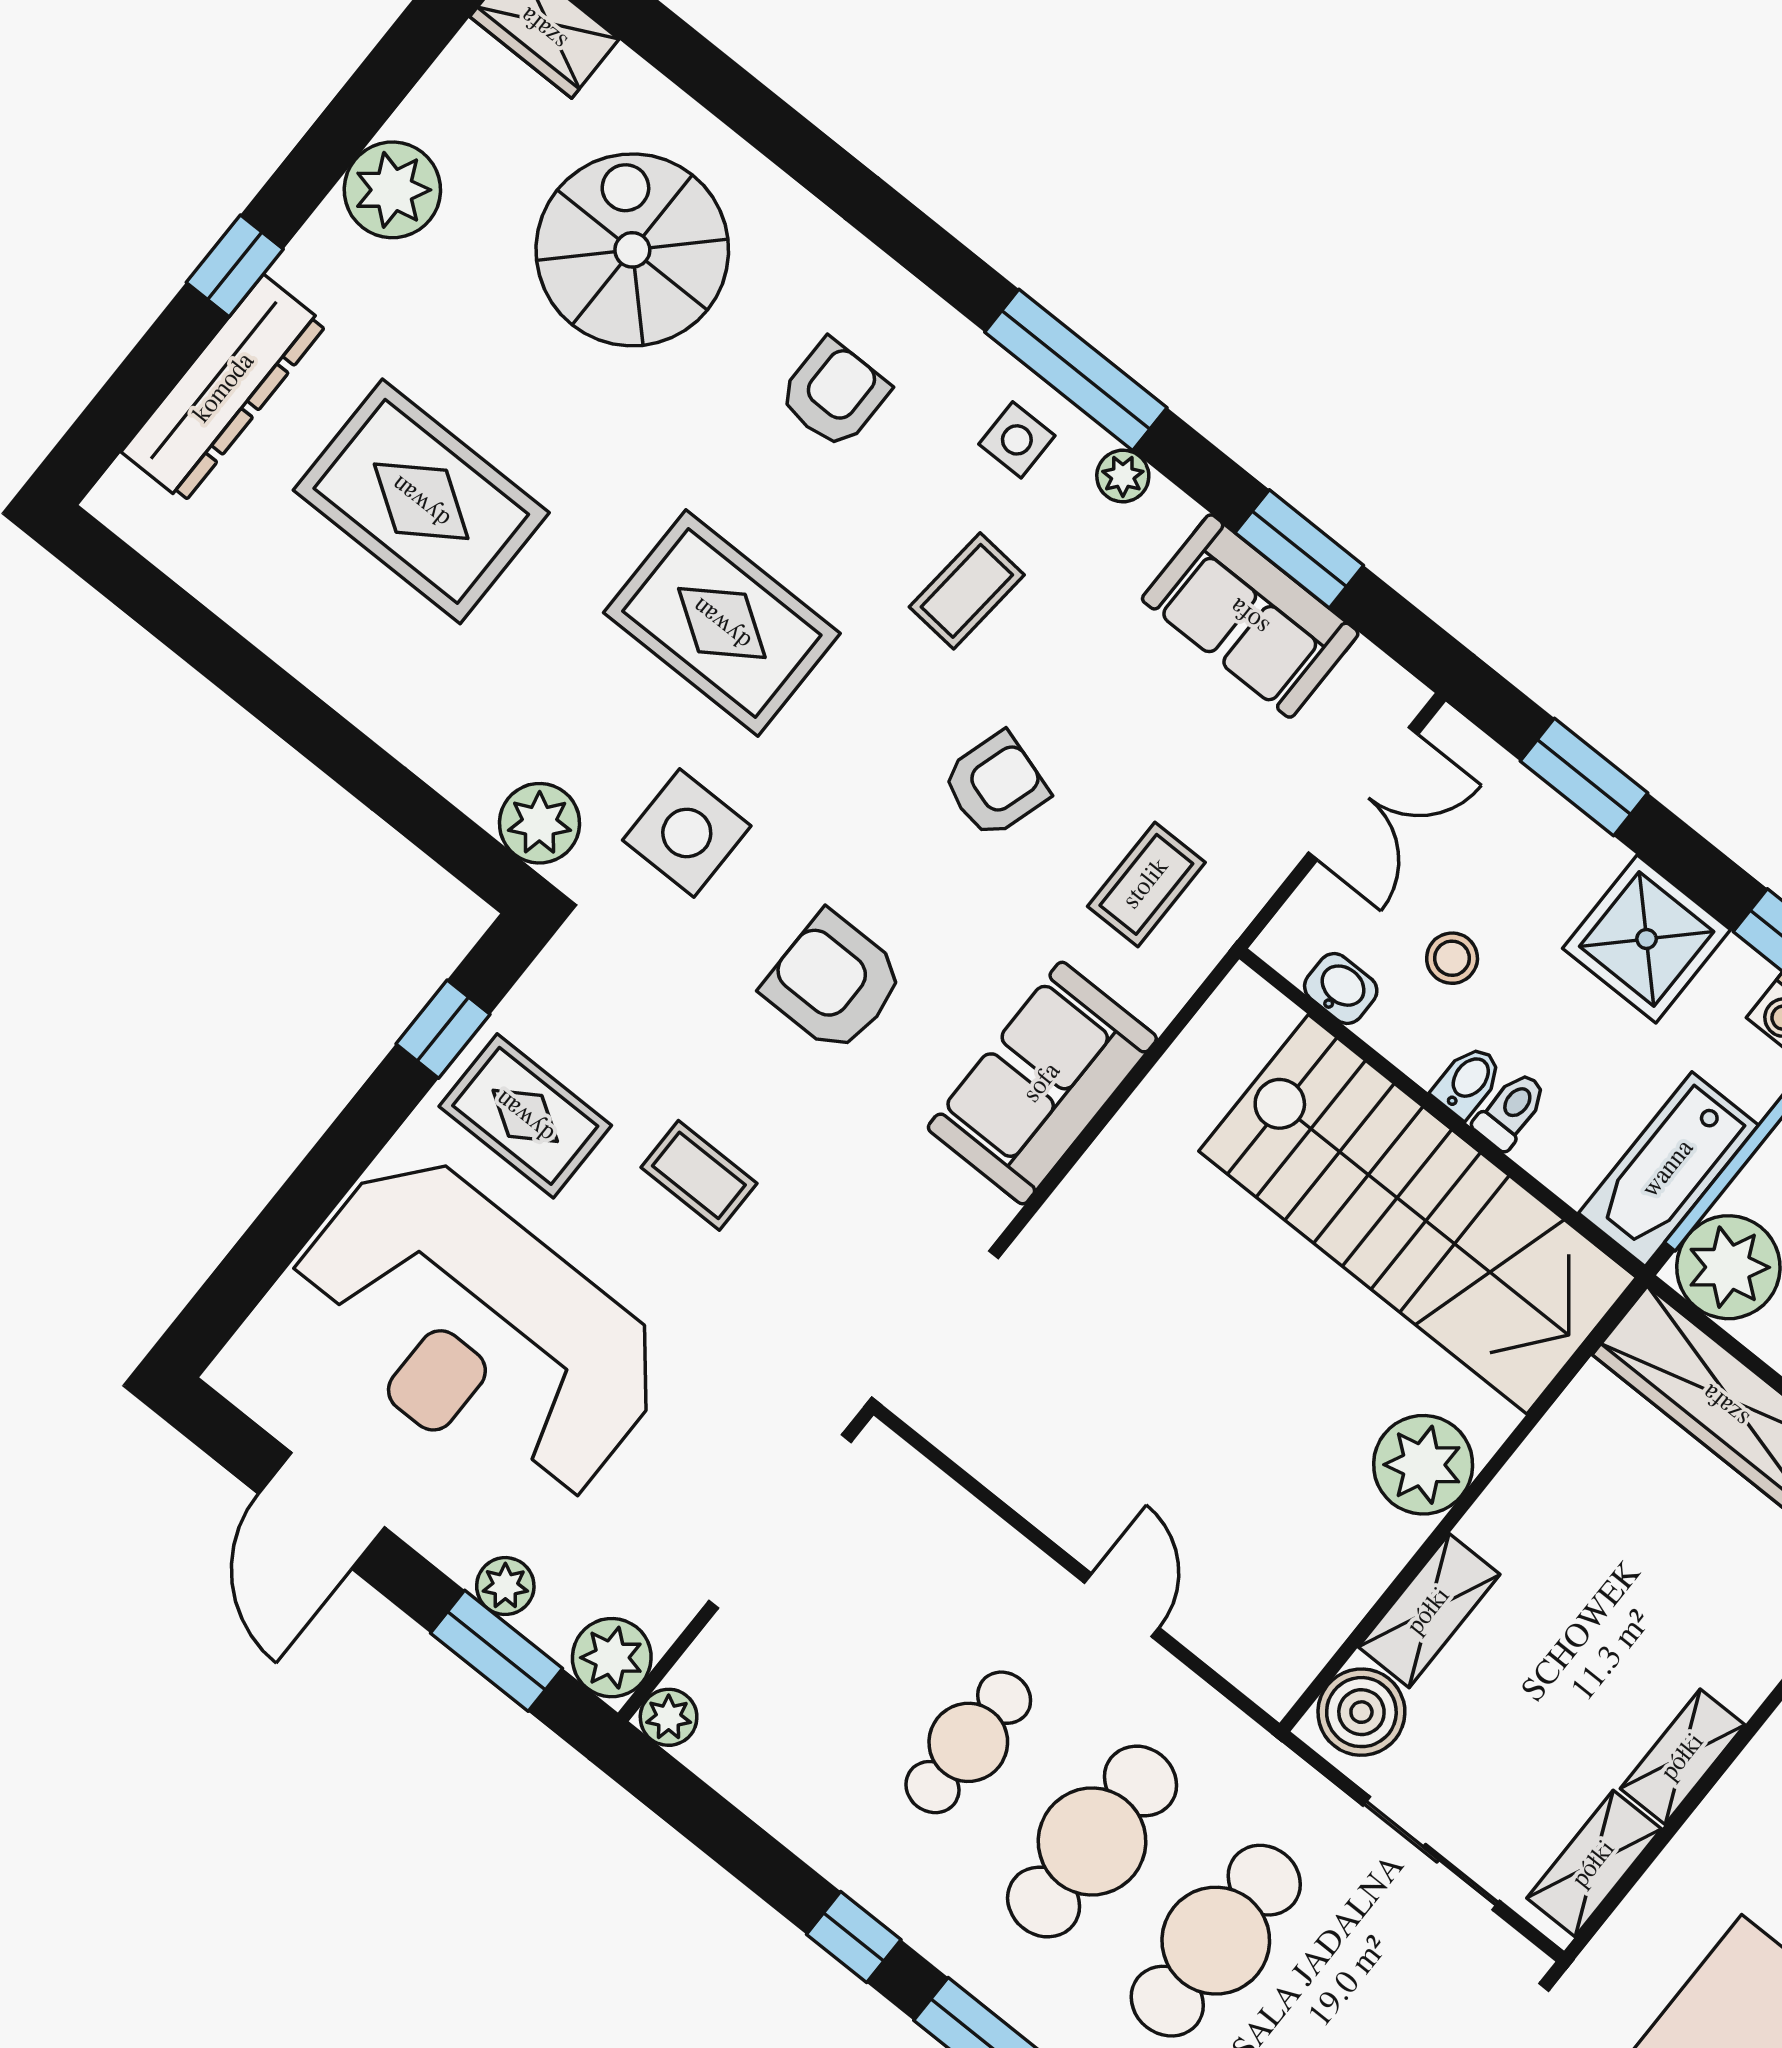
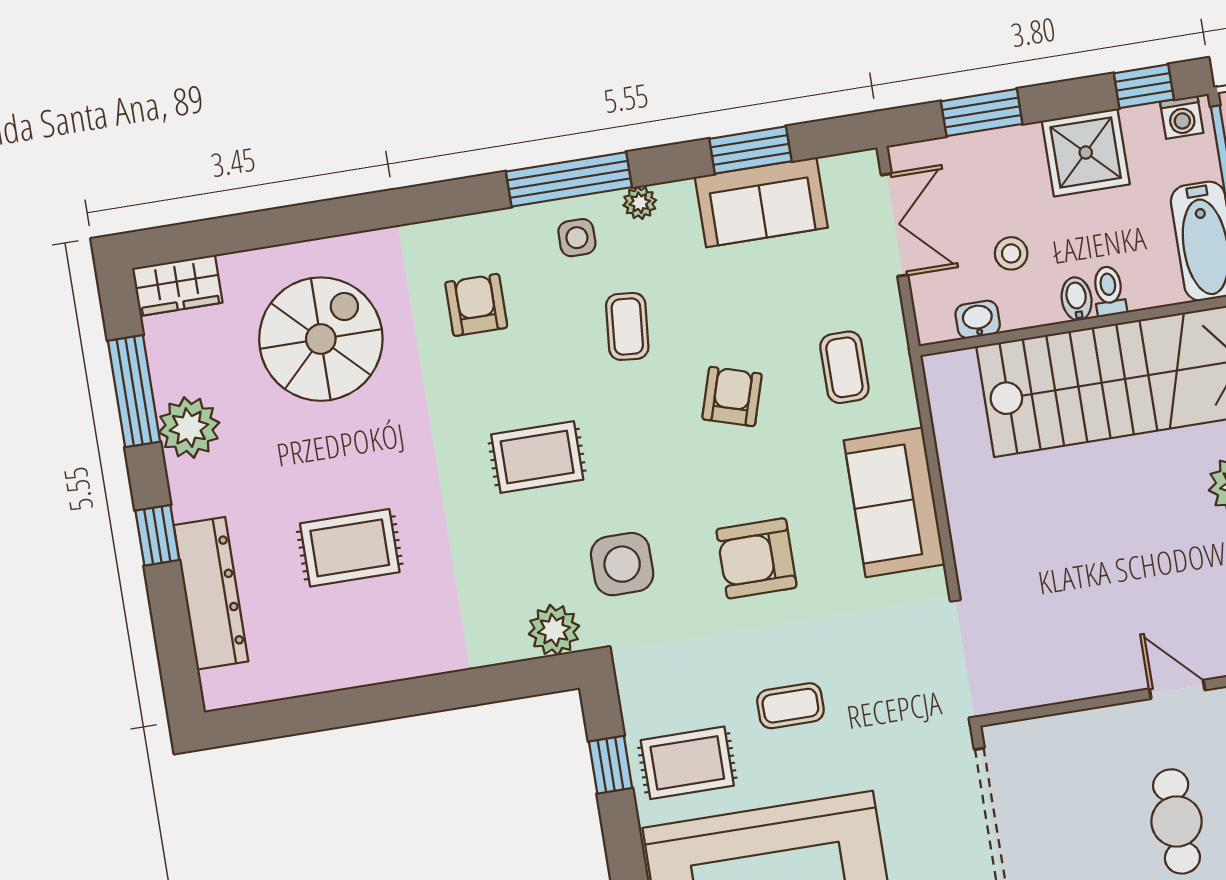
window: (377, 88) -> (134, 391), added
spiral stairs: (632, 250) -> (321, 339), turned 90
rug: (421, 501) -> (350, 548), width x0.73, depth x0.70
rug: (722, 623) -> (537, 457), width x0.73, depth x0.70

